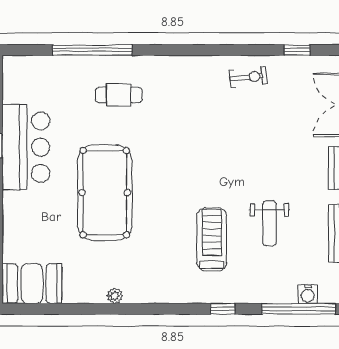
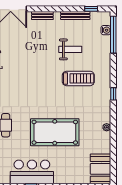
treadmill: (212, 239) -> (78, 78), turned 180
window: (223, 309) -> (113, 94), moved

